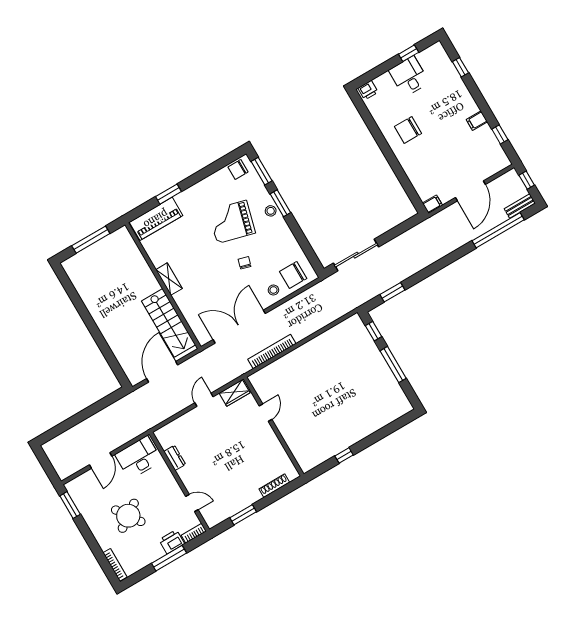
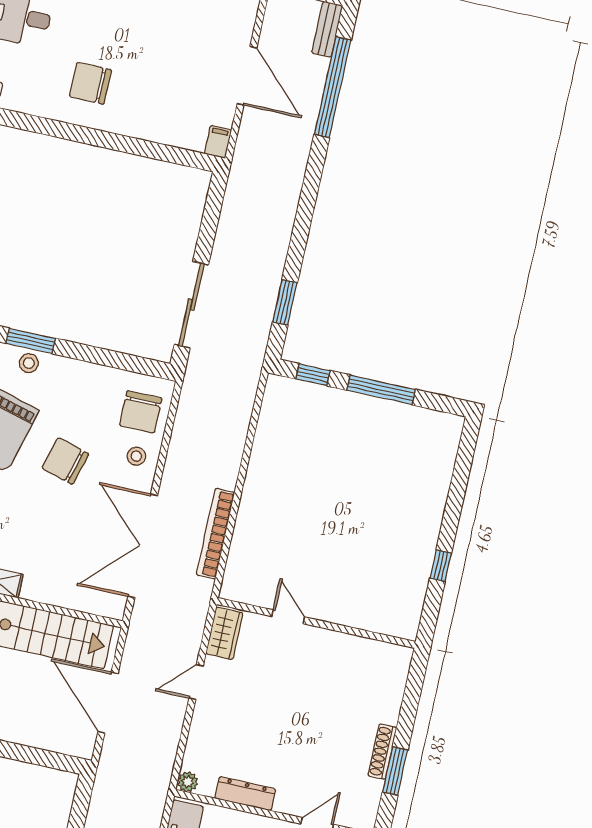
chair: (408, 130) -> (90, 83), turned 90
chair: (245, 263) -> (65, 461), width x1.87, depth x1.87
door: (204, 400) -> (196, 682), hinge flipped
plant: (160, 434) -> (188, 782), added
dresser: (175, 458) -> (245, 794), width x1.44
shoe rack: (274, 486) -> (382, 752), moved

